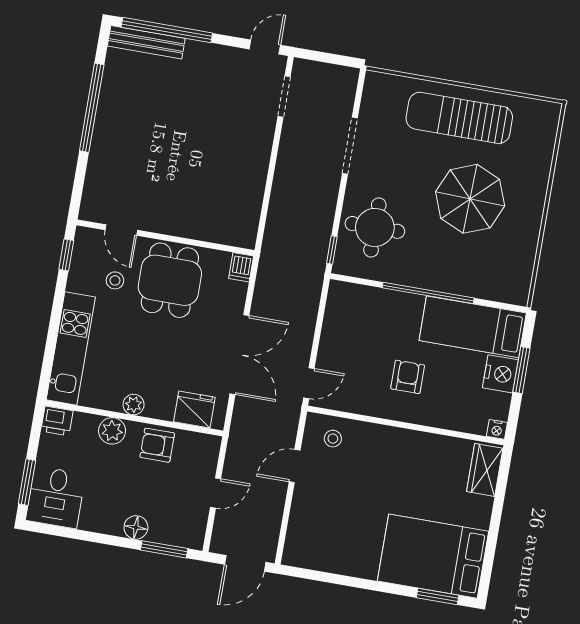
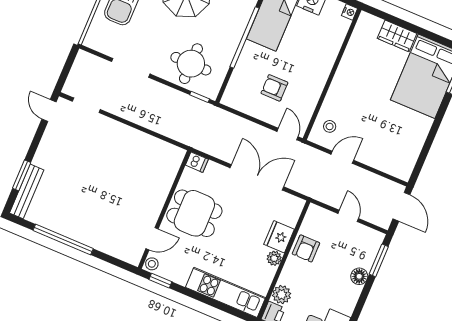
window: (167, 30) -> (22, 175), width x0.47
stool: (115, 280) -> (152, 264), moved
armchair: (408, 377) -> (274, 88), moved
fridge: (194, 410) -> (279, 237), moved
plant: (112, 431) -> (282, 295), moved
door: (295, 466) -> (342, 157), swing flipped
wardrobe: (485, 470) -> (397, 36), moved

